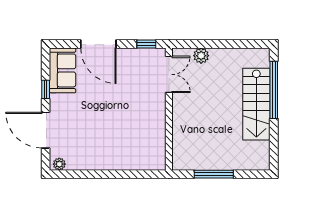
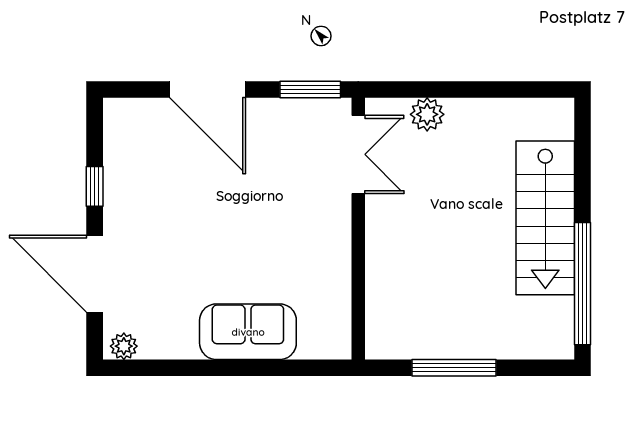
window: (146, 44) -> (310, 89), width x1.50
sofa: (63, 70) -> (248, 332), moved, turned -90
window: (274, 90) -> (583, 284), moved

